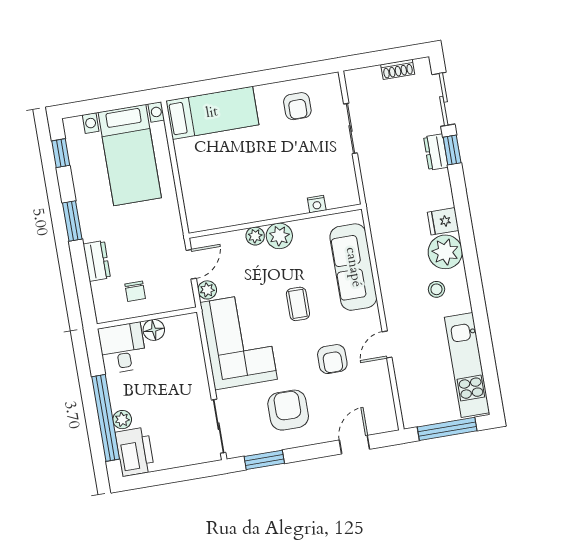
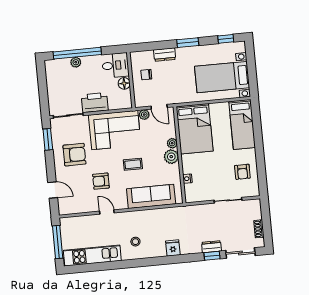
armchair: (297, 106) -> (242, 172), turned -90
bed: (226, 198) -> (195, 129), added
plant: (445, 252) -> (156, 248), removed
printer: (135, 452) -> (95, 103), moved, turned 180

